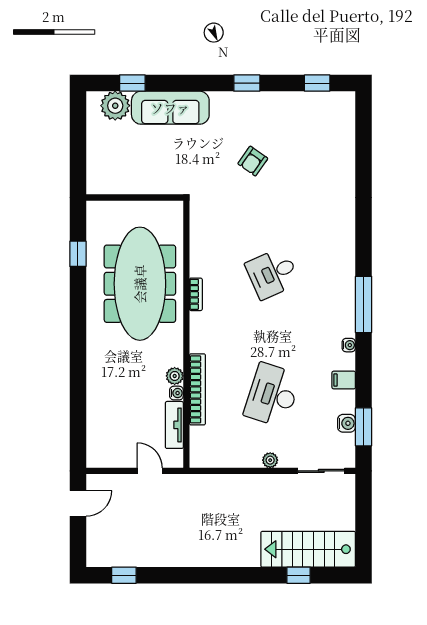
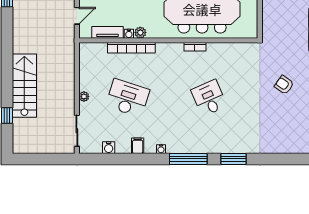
window: (364, 427) -> (234, 159), moved
stairs: (308, 549) -> (24, 86), moved

